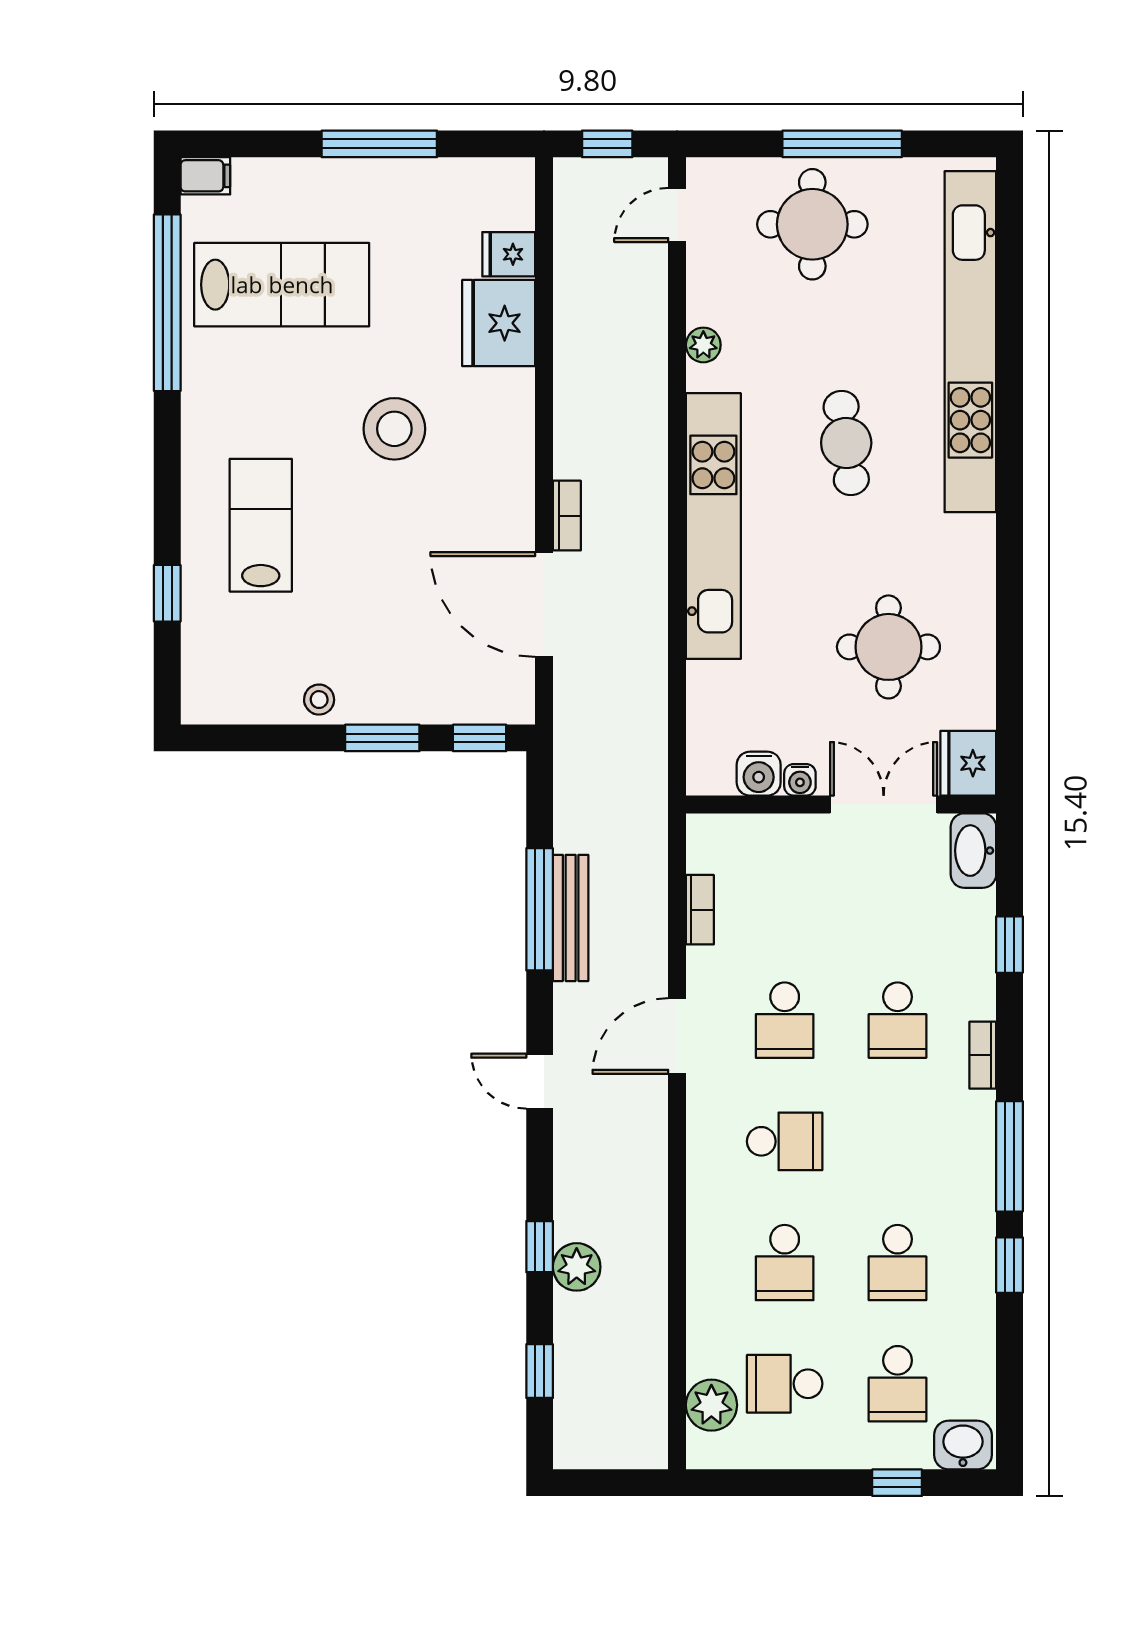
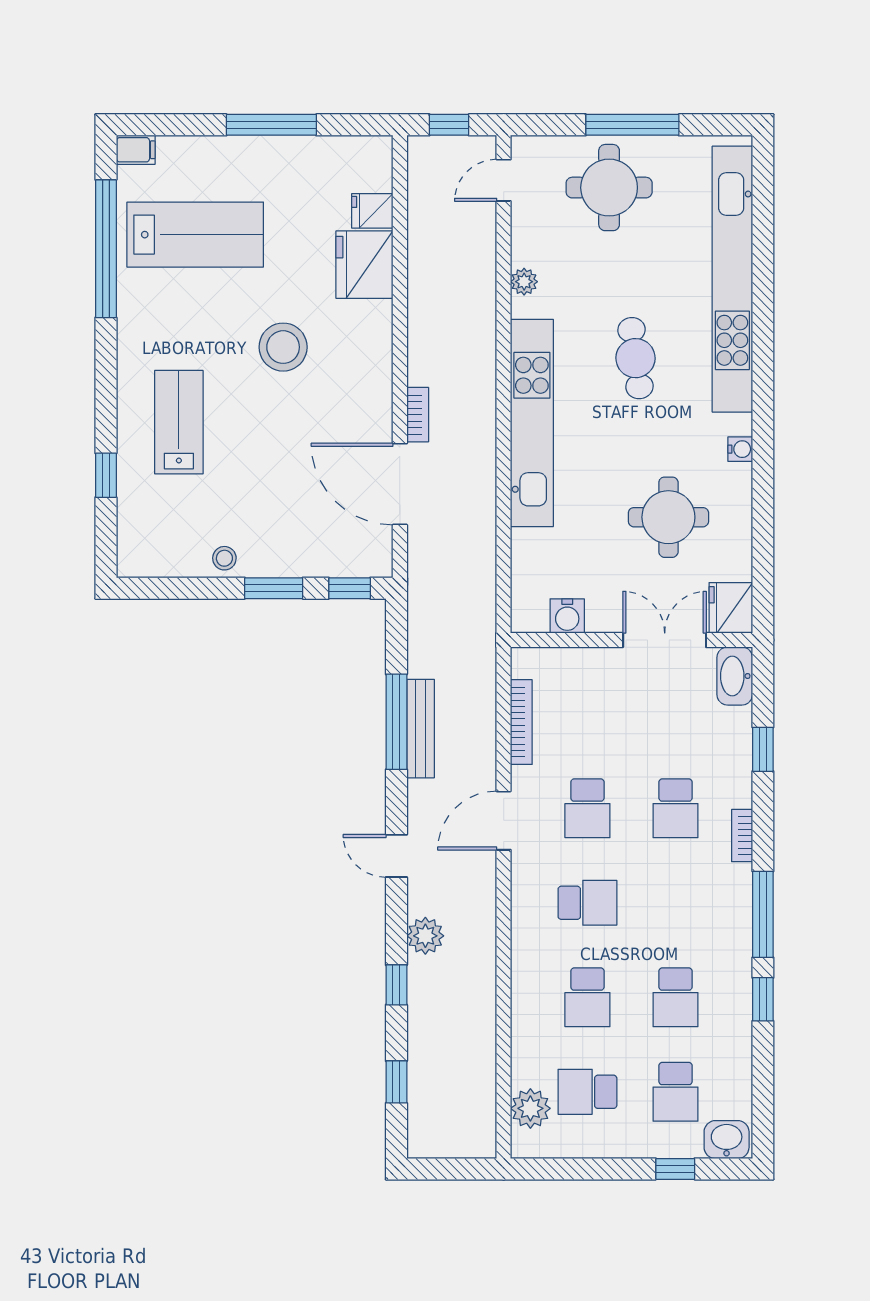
water cooler: (800, 780) -> (740, 449), moved, turned -90
bookcase: (700, 910) -> (521, 722), width x1.56
plant: (577, 1267) -> (425, 936), moved

